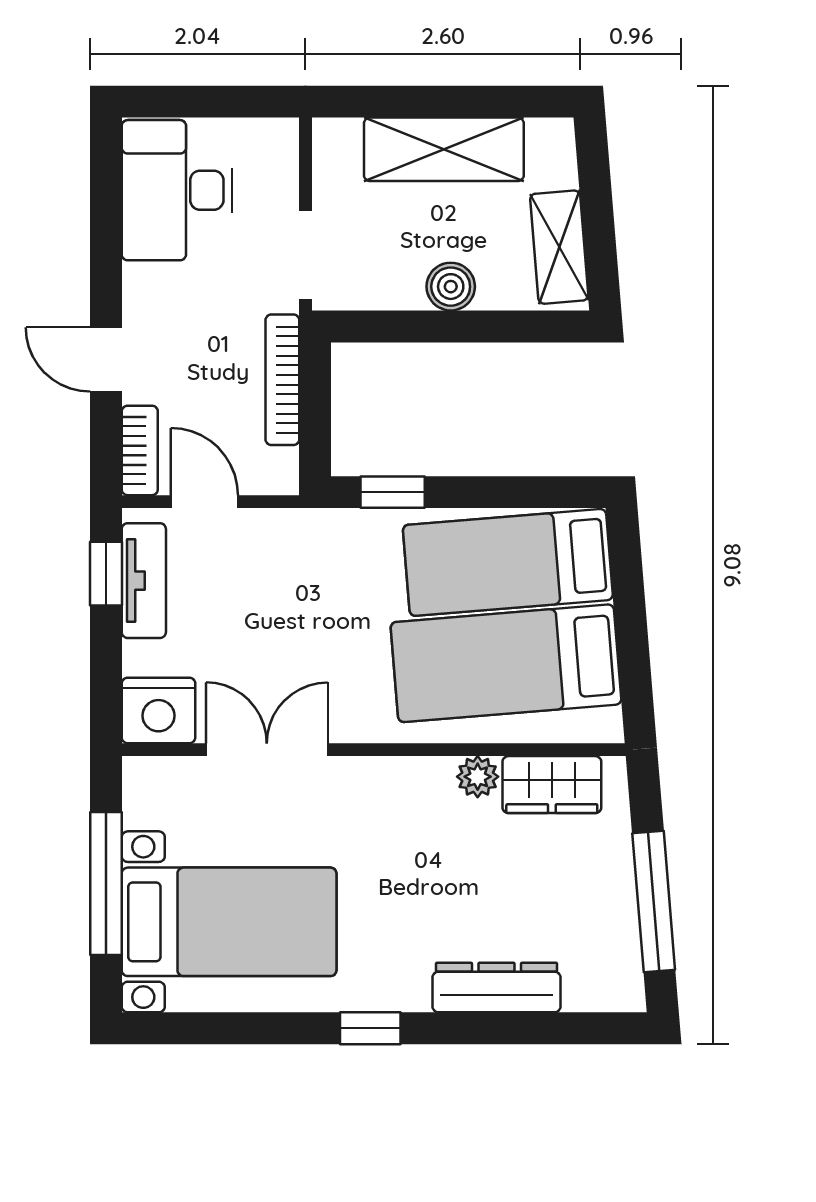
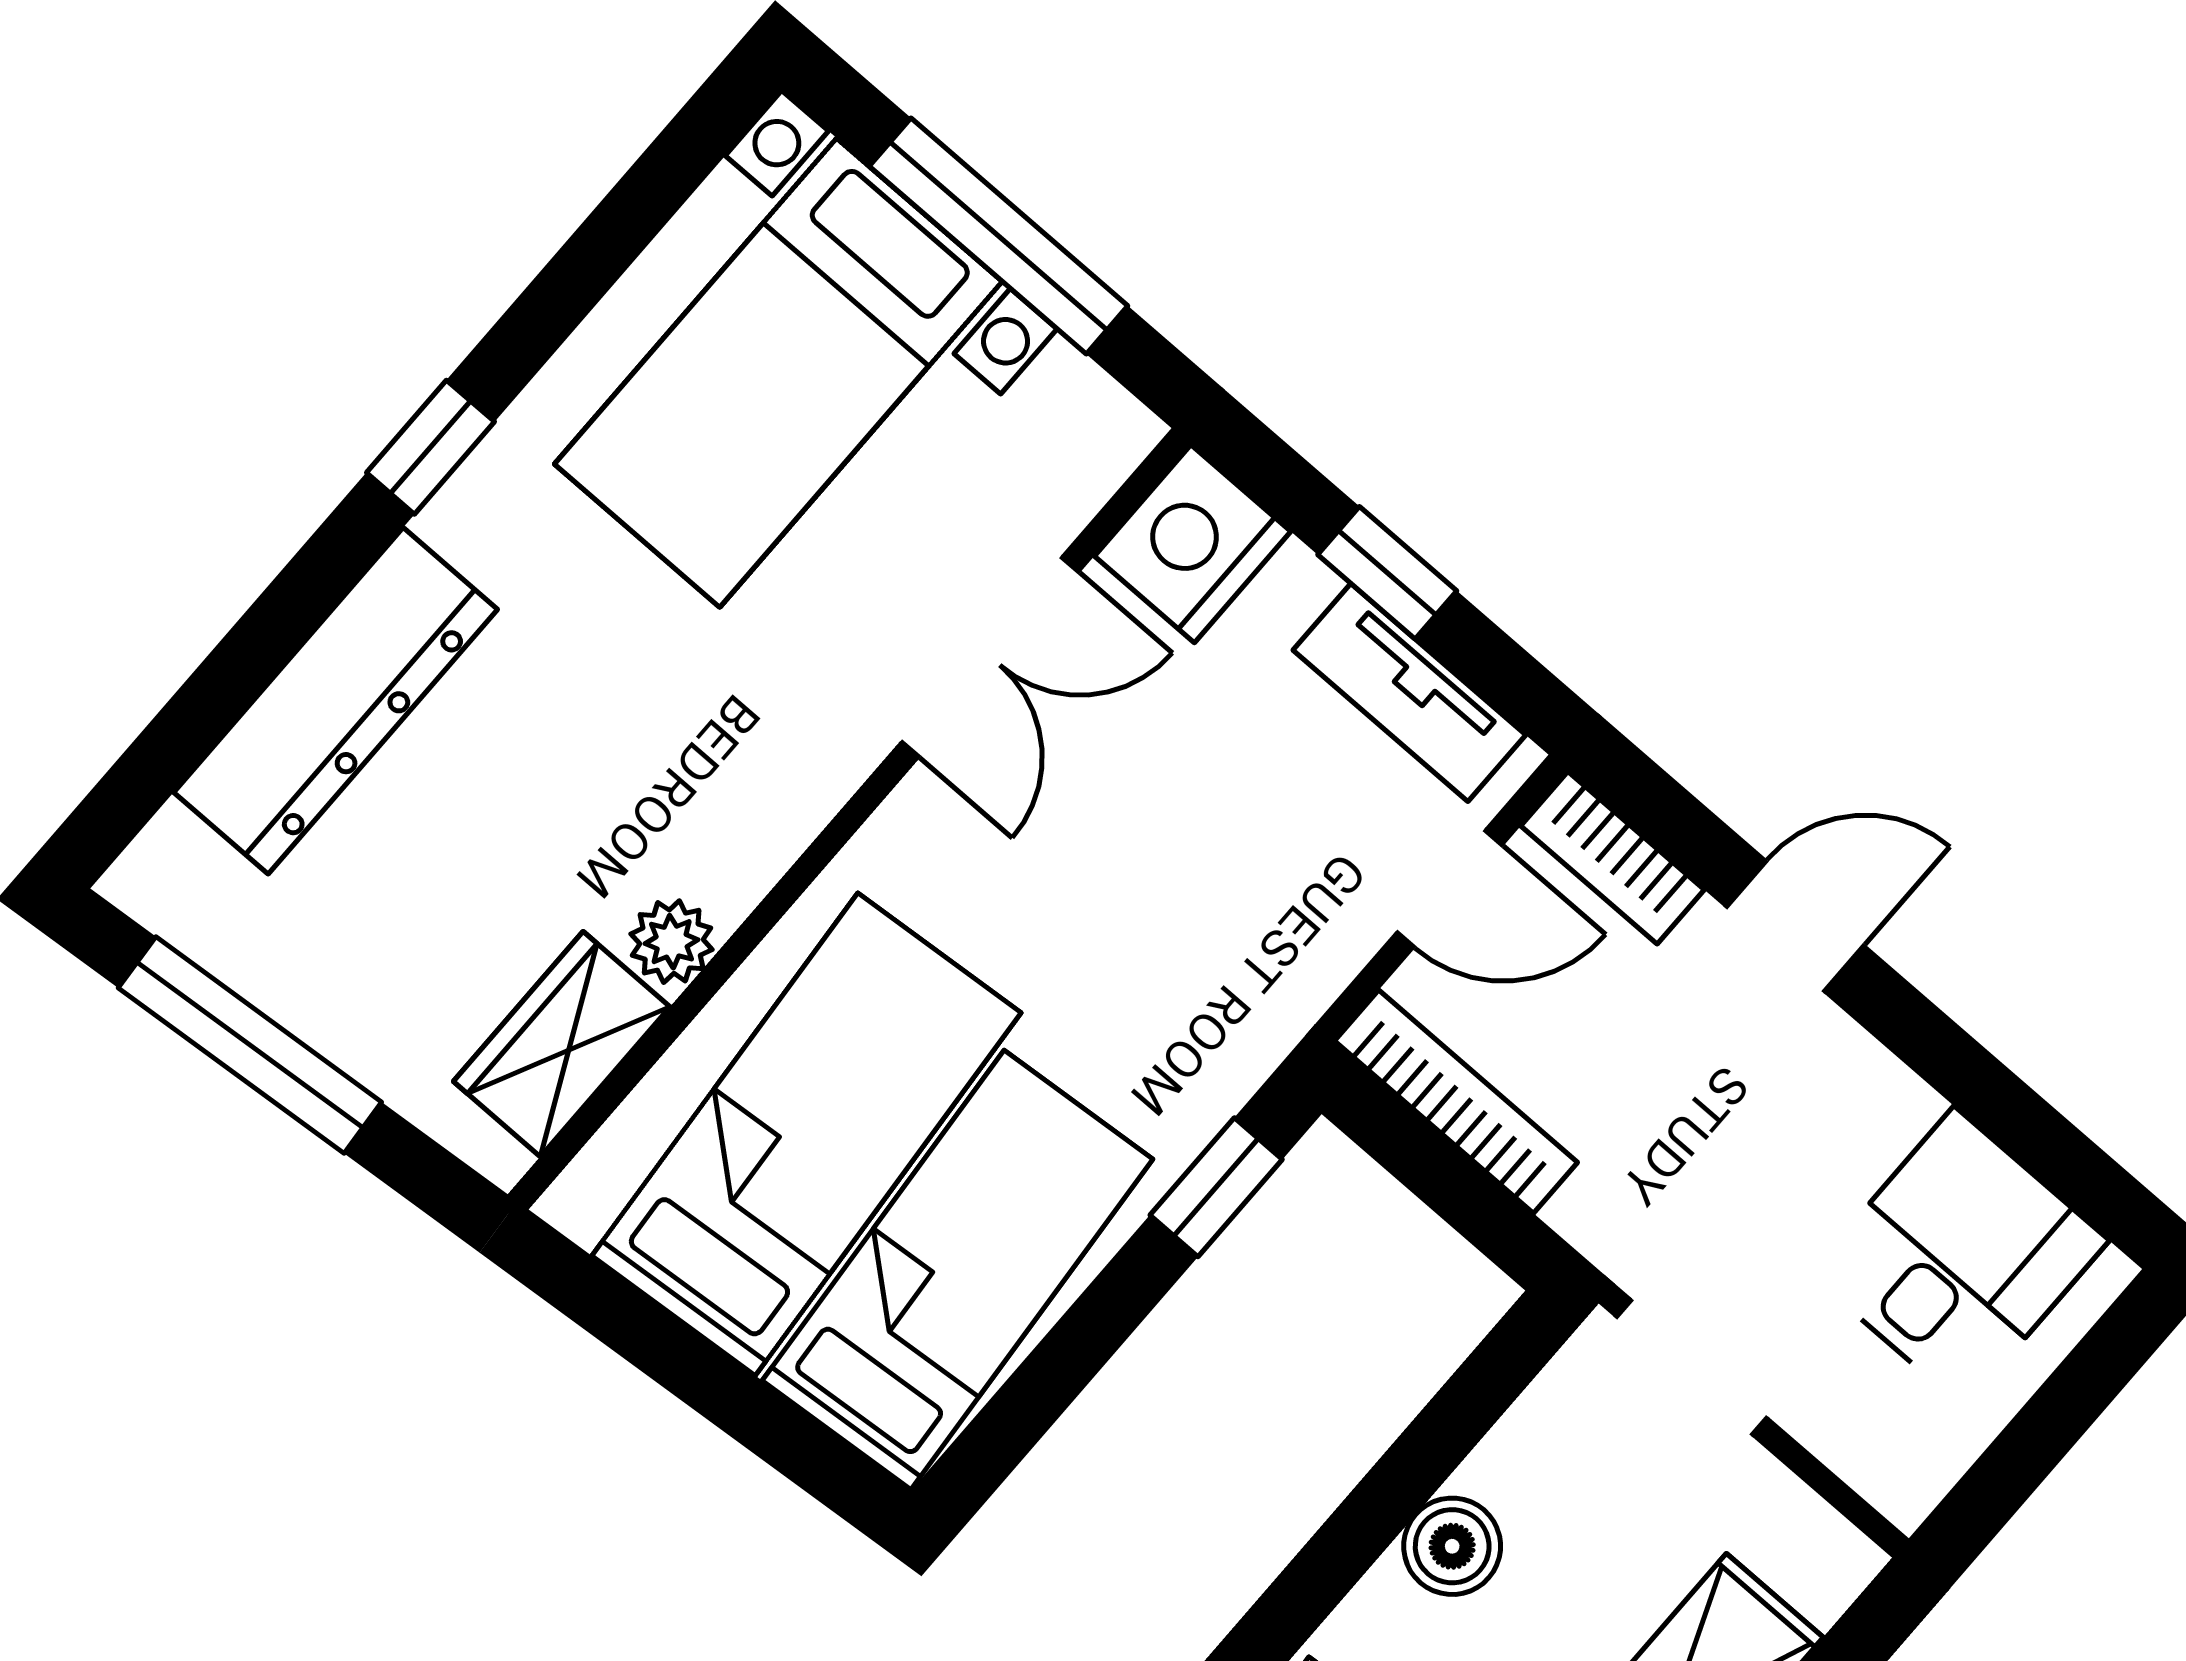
desk: (177, 190) -> (1959, 1257), width x0.73
bookcase: (282, 380) -> (1456, 1102), moved
window: (106, 574) -> (1387, 573), moved
dresser: (496, 987) -> (336, 701), width x1.37, depth x1.24

